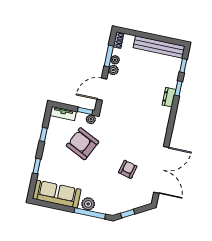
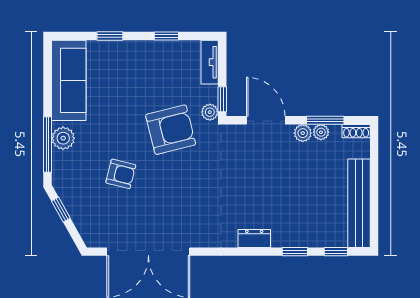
dresser: (169, 97) -> (254, 239), moved
armchair: (83, 144) -> (171, 130), moved, turned 50
armchair: (128, 169) -> (121, 174), moved

